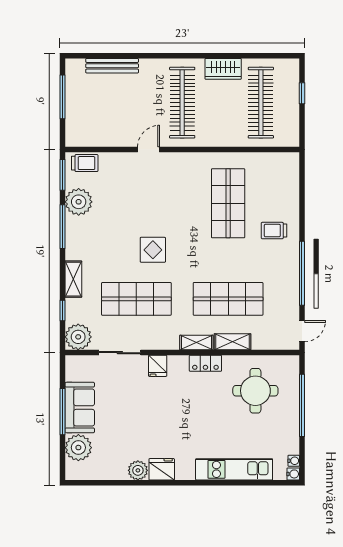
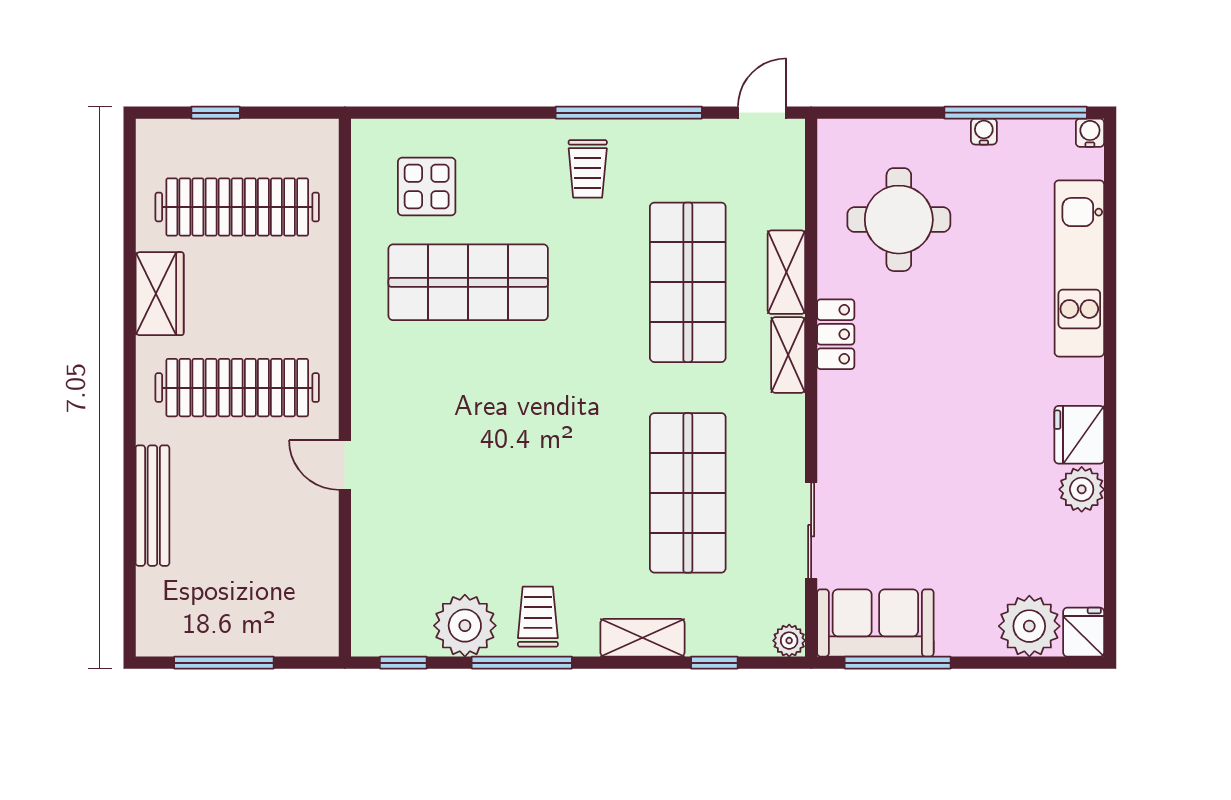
bench: (112, 66) -> (152, 506), moved
trolley: (85, 163) -> (538, 617), moved
window: (62, 175) -> (403, 663), width x0.67
trolley: (274, 231) -> (588, 169), moved
display table: (153, 250) -> (427, 187), moved
door: (302, 331) -> (762, 113), hinge flipped
plant: (78, 337) -> (789, 641), width x0.53, depth x0.53
fridge: (158, 366) -> (1084, 632), moved, turned -90
window: (302, 405) -> (1016, 113), moved
sofa: (80, 408) -> (875, 623), moved
window: (62, 412) -> (898, 663), moved
water cooler: (294, 461) -> (984, 132), moved

